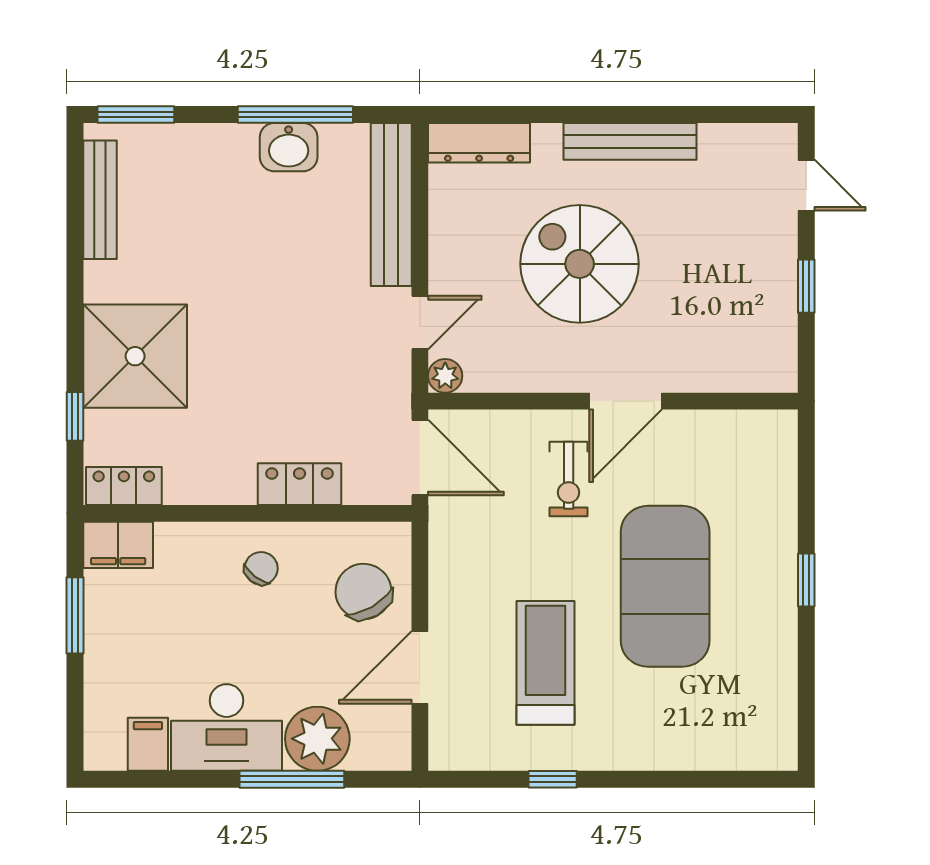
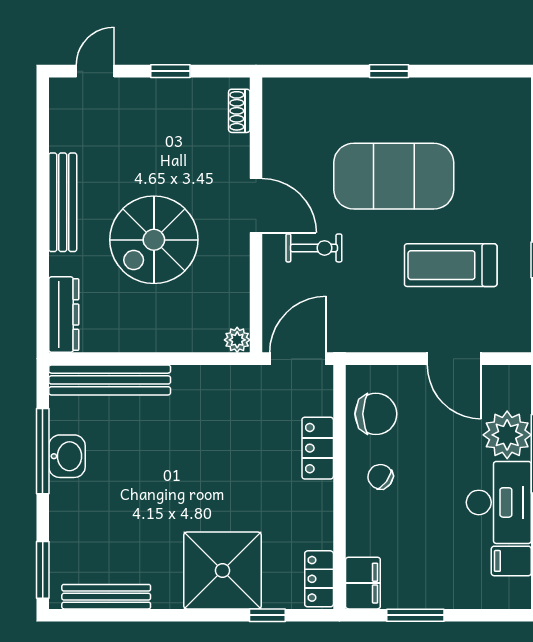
door: (420, 323) -> (198, 359), removed
shoe rack: (753, 379) -> (239, 111), added
chair: (363, 591) -> (376, 414), moved, turned -150

